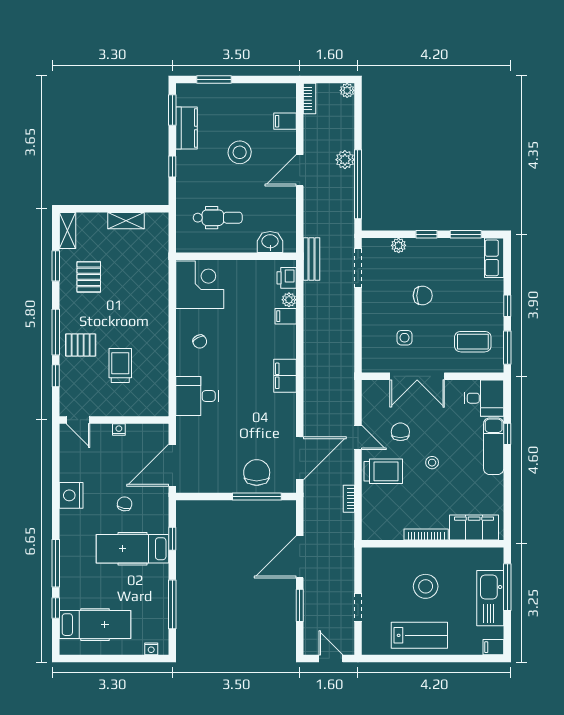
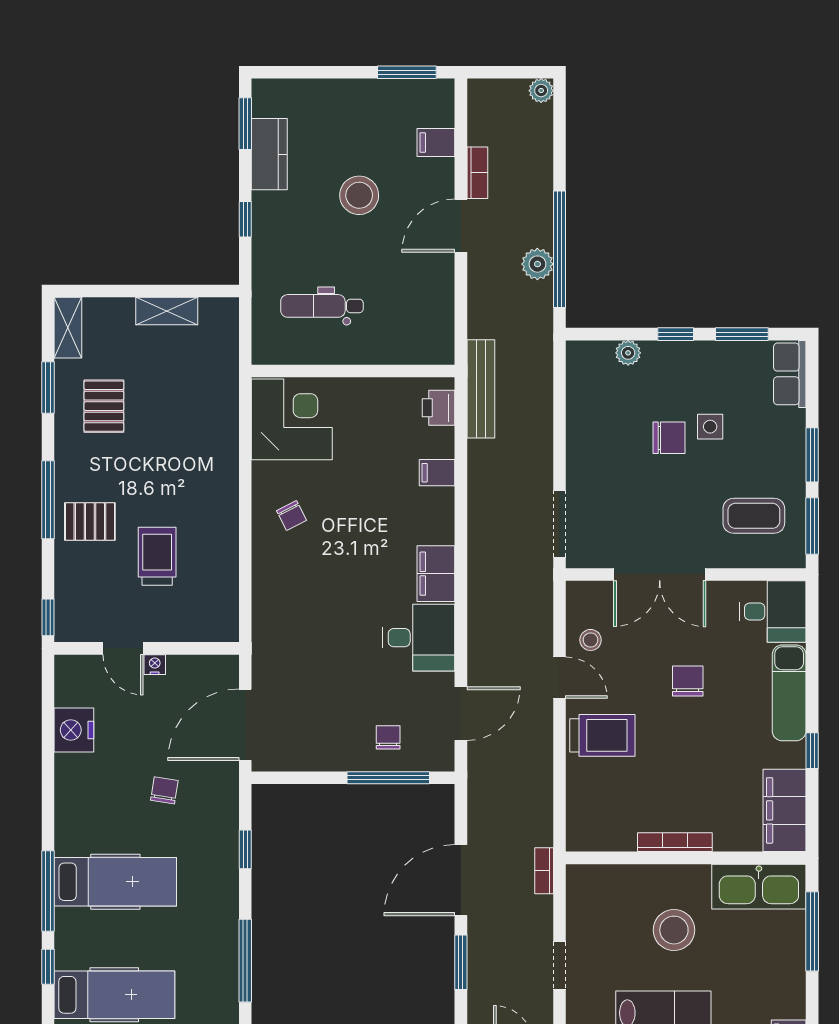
window: (214, 80) -> (407, 72), moved
bookcase: (309, 99) -> (477, 173), moved
plant: (345, 160) -> (537, 264), moved
dental chair: (218, 218) -> (322, 306), turned 180
washbasin: (270, 242) -> (411, 347), removed
bench: (311, 259) -> (481, 389), width x1.36
doorway: (358, 268) -> (559, 524), moved
plant: (289, 300) -> (443, 445), removed
window: (507, 306) -> (812, 455), width x1.50
side table: (405, 338) -> (710, 427), moved
window: (56, 376) -> (48, 617), moved
desk: (197, 396) -> (419, 638), moved, turned 180
door: (78, 420) -> (123, 648), moved
chair: (400, 432) -> (688, 681), moved
window: (507, 434) -> (812, 751), moved
door: (300, 458) -> (461, 714), width x0.73
stool: (432, 463) -> (591, 640), moved
chair: (257, 472) -> (388, 737), width x0.54, depth x0.54
nightstand: (71, 495) -> (74, 730), moved
bookcase: (349, 499) -> (544, 871), moved
filing cabinet: (474, 527) -> (785, 810), moved, turned -90
hospital bed: (133, 549) -> (115, 882), moved, turned 180
kitchen sink: (490, 598) -> (759, 887), moved, turned -90

